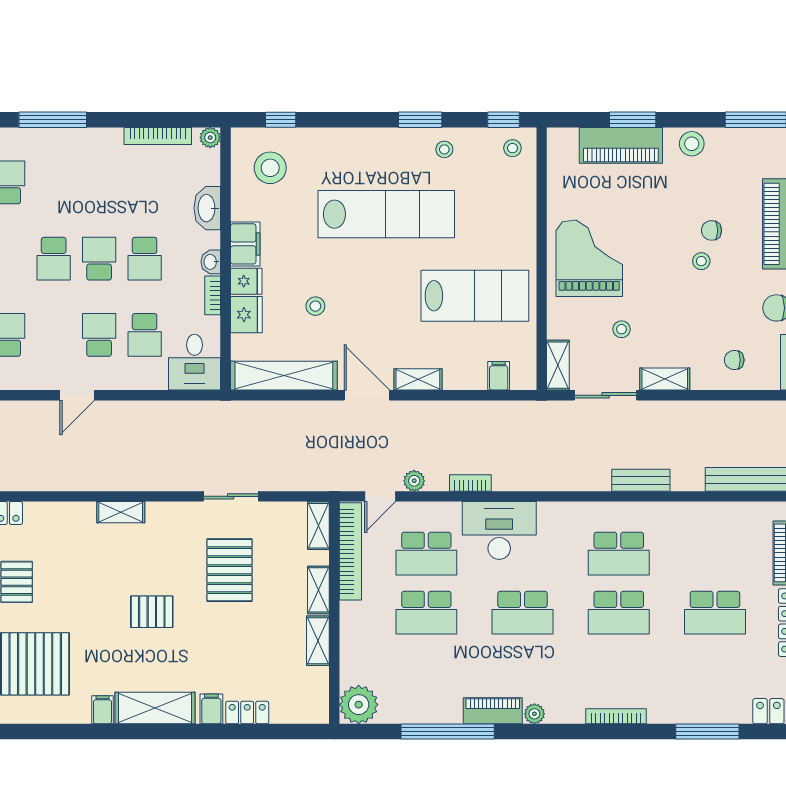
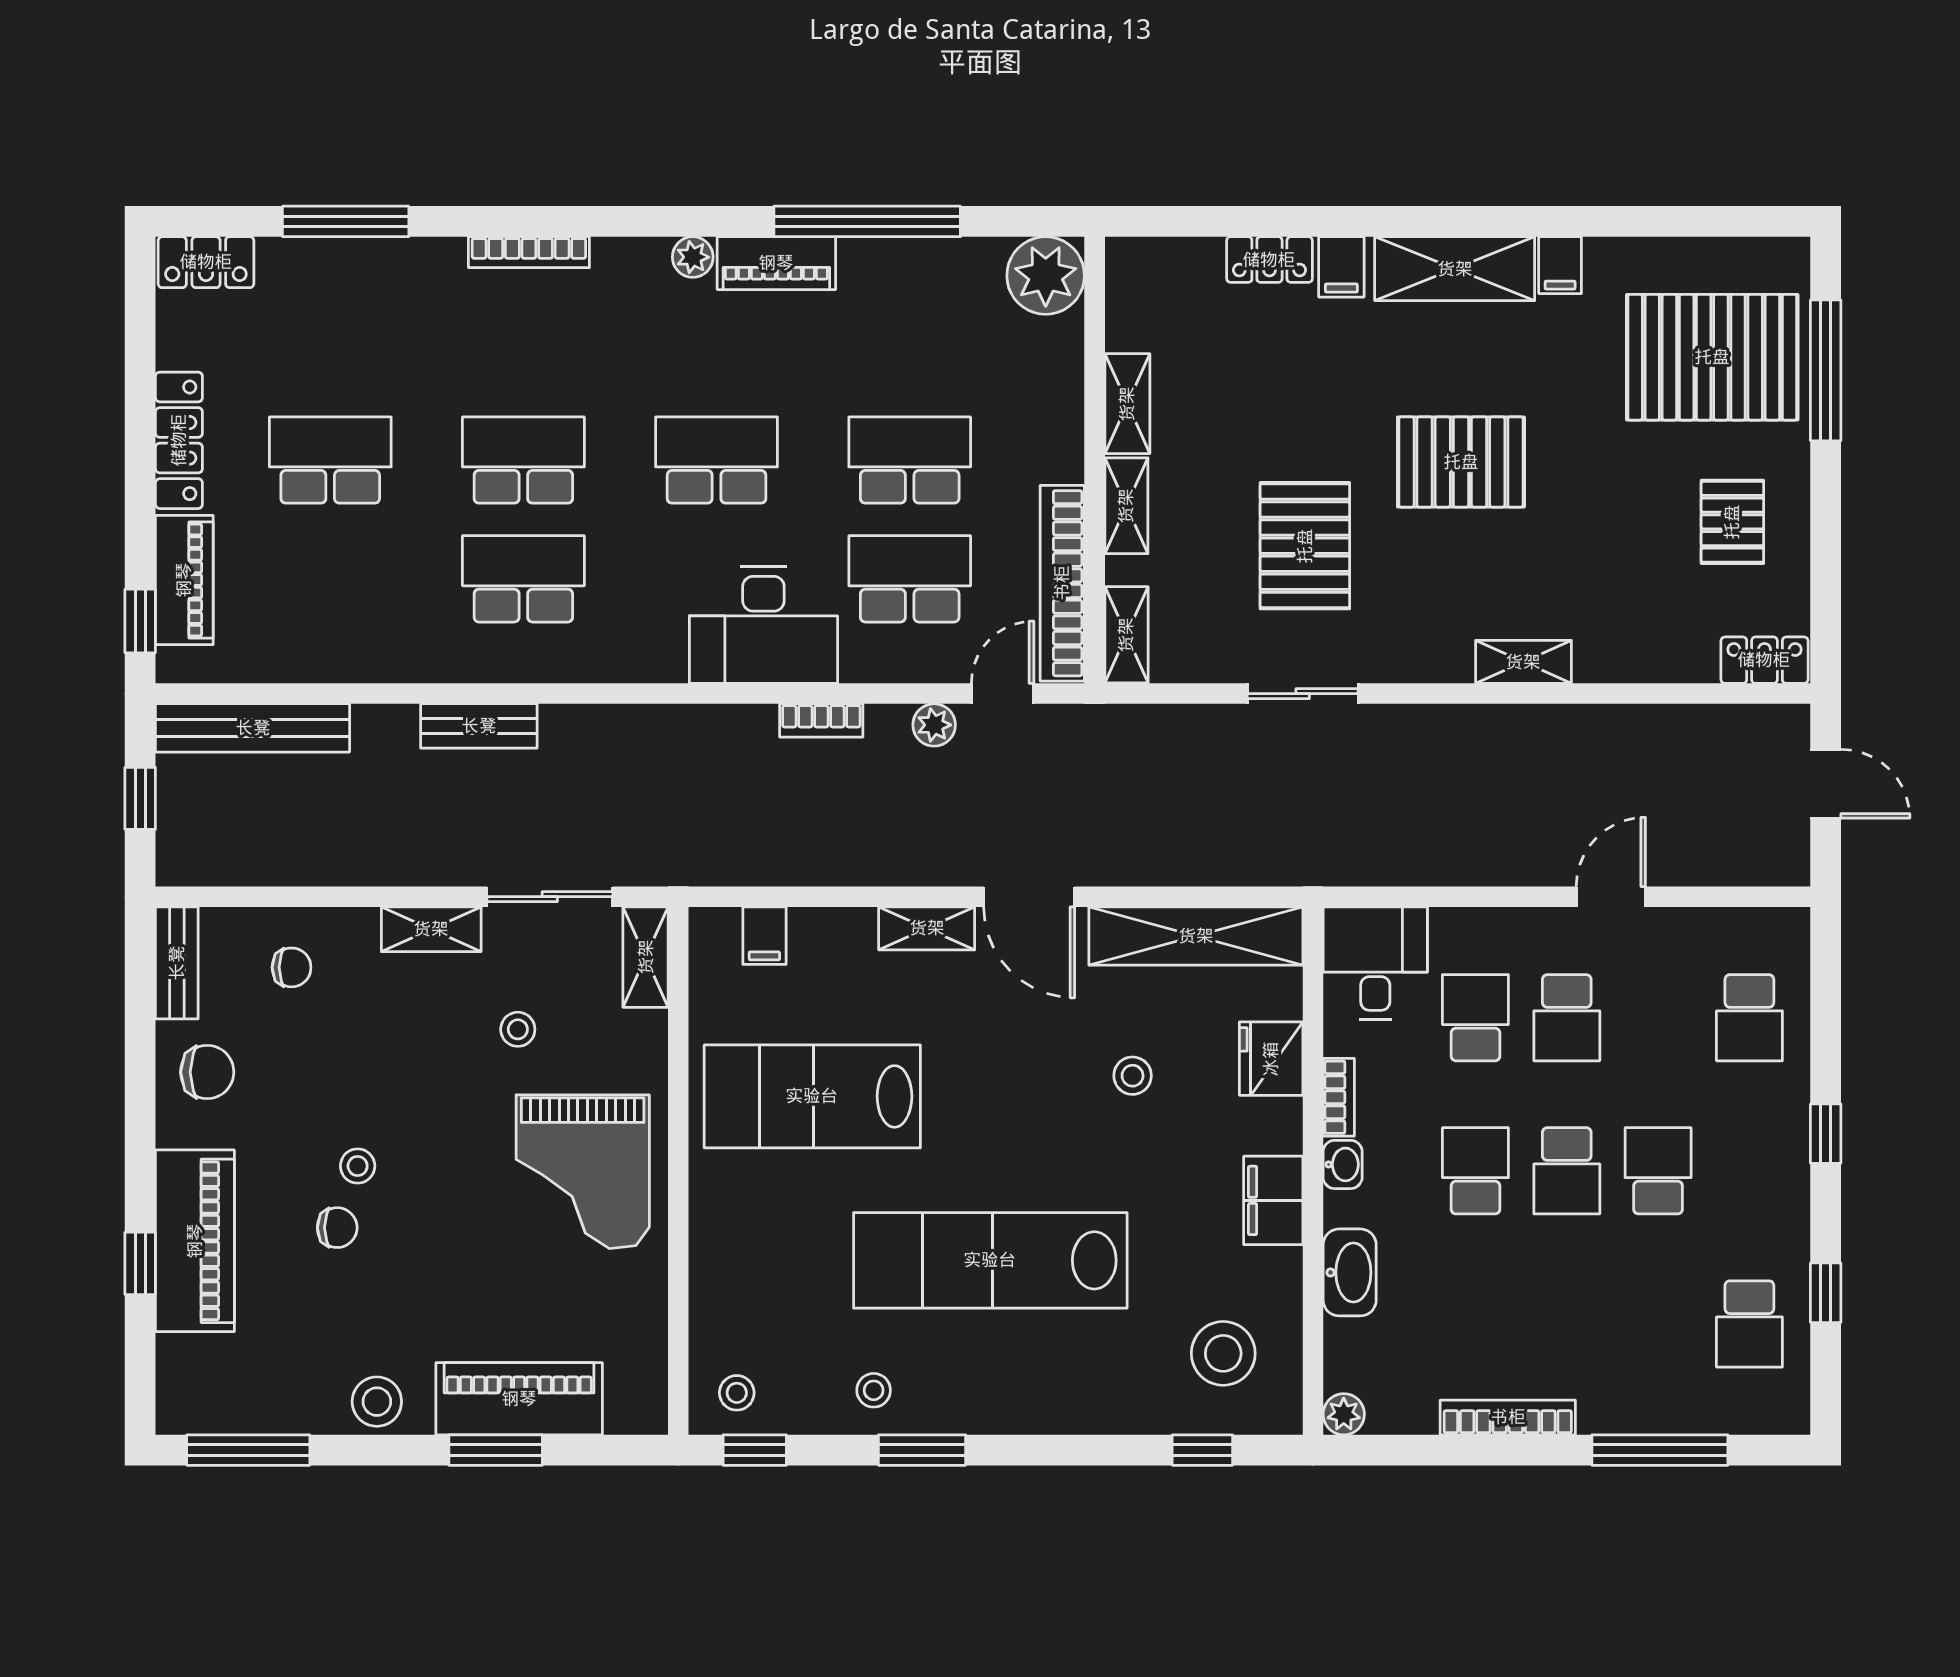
bookcase: (158, 136) -> (1508, 1417), moved
fridge: (246, 281) -> (1271, 1126), removed
pallet: (152, 612) -> (1461, 462), width x1.50, depth x1.42

